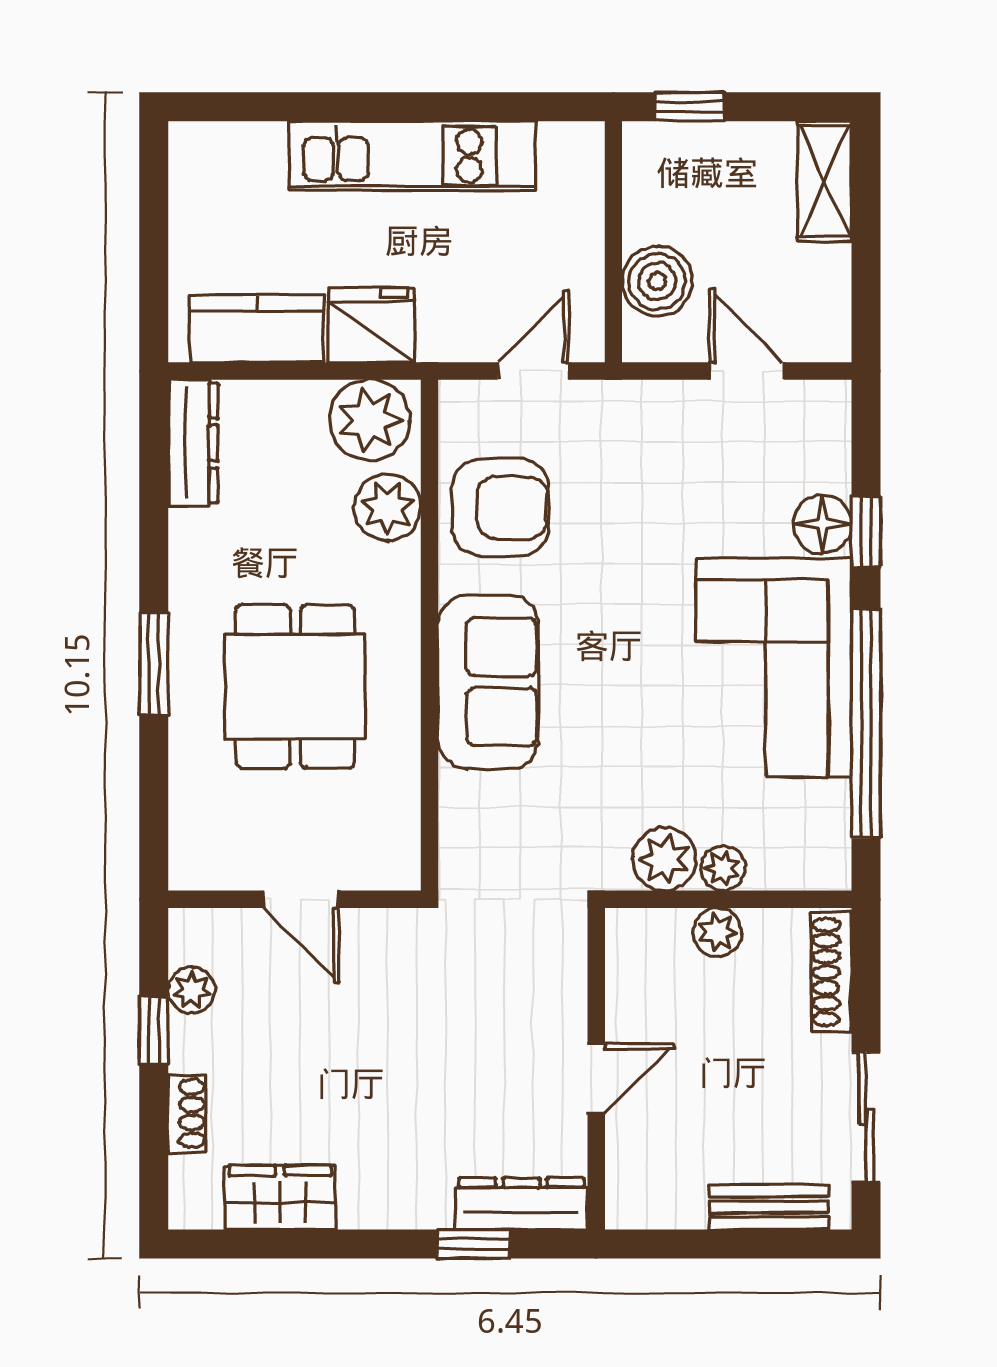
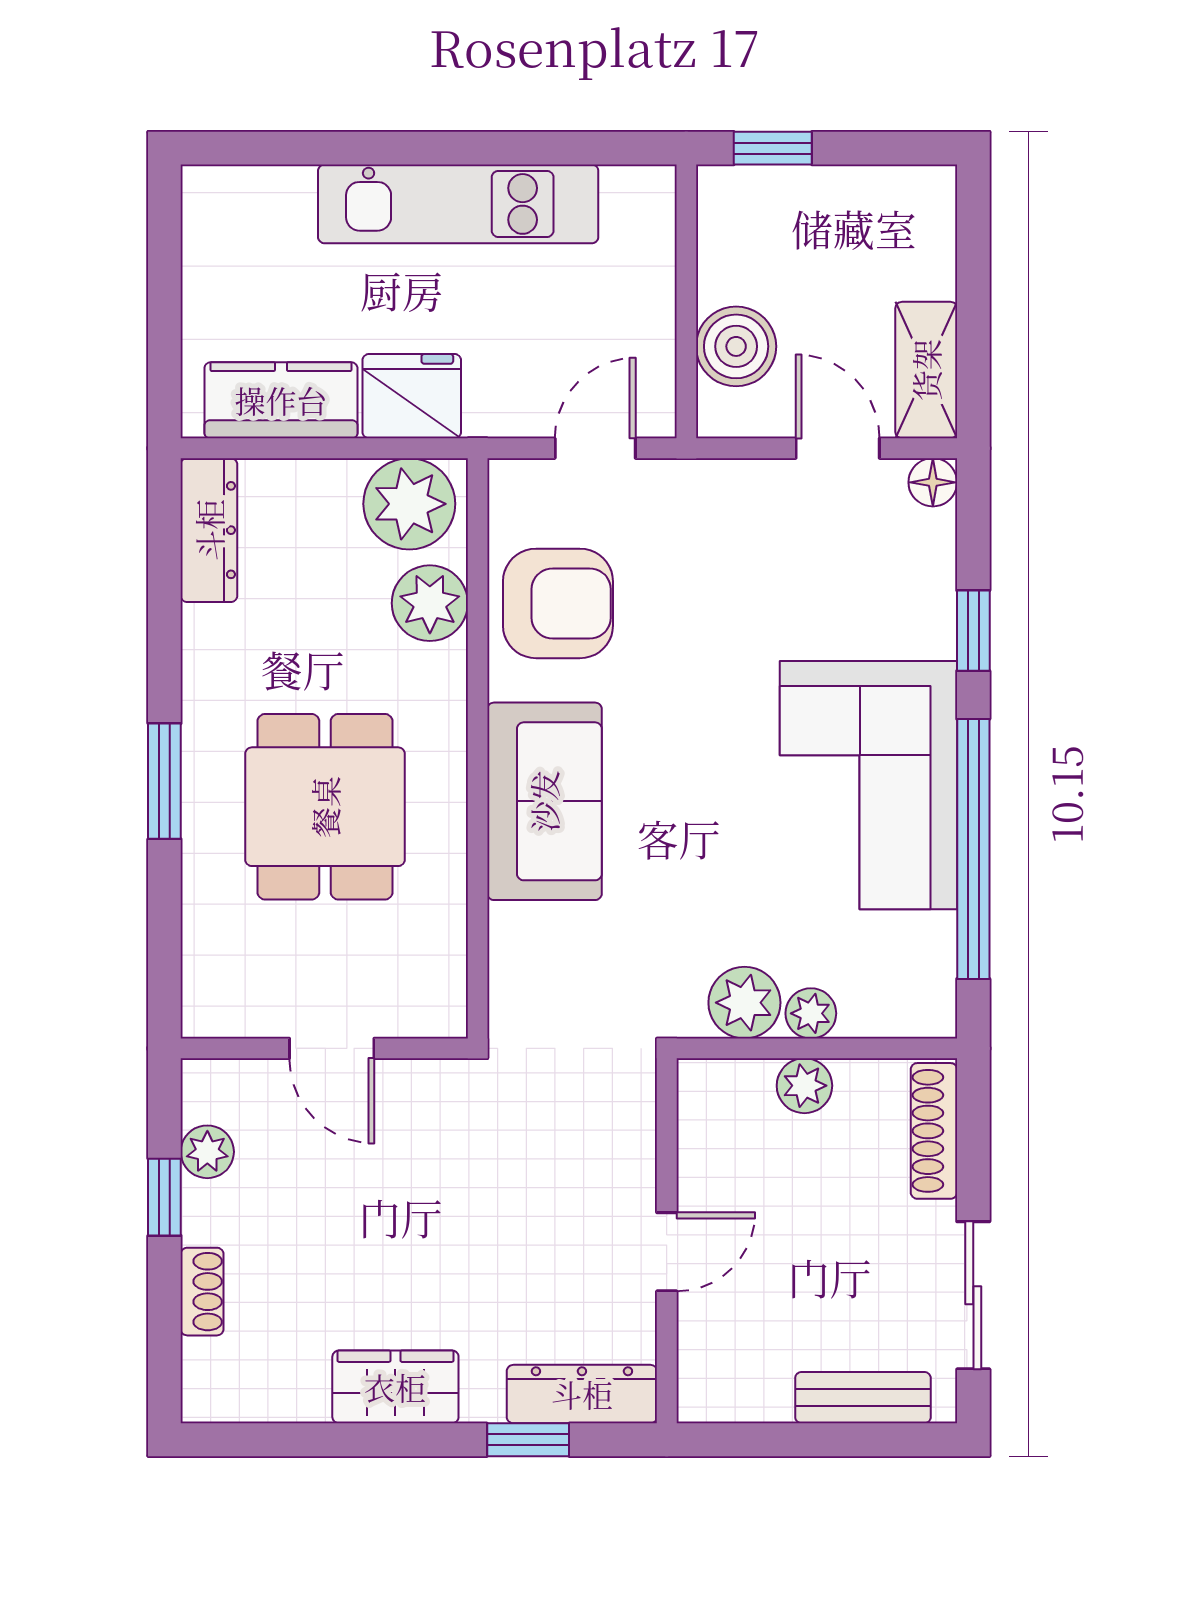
shelving: (825, 181) -> (926, 370), moved
floor lamp: (822, 524) -> (933, 482), moved, width x0.73, depth x0.73
wardrobe: (280, 1197) -> (395, 1387), moved

